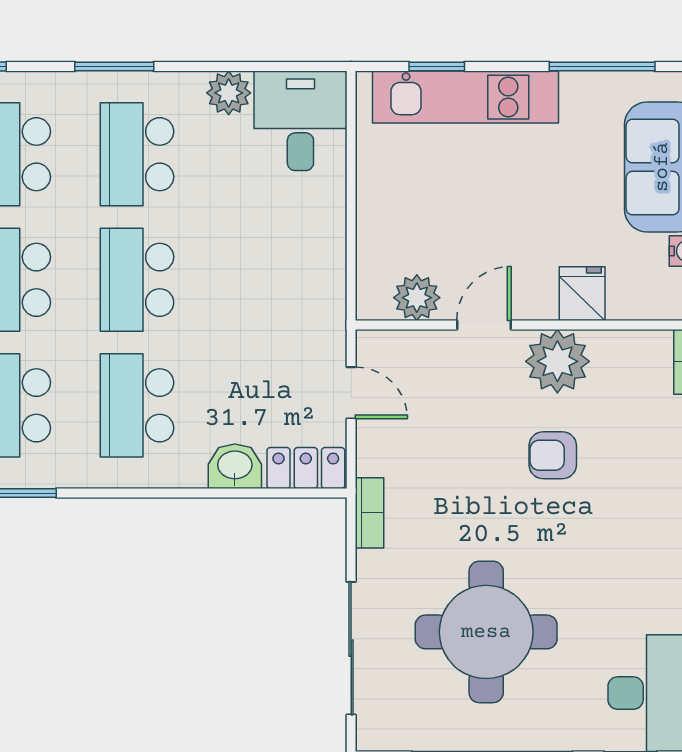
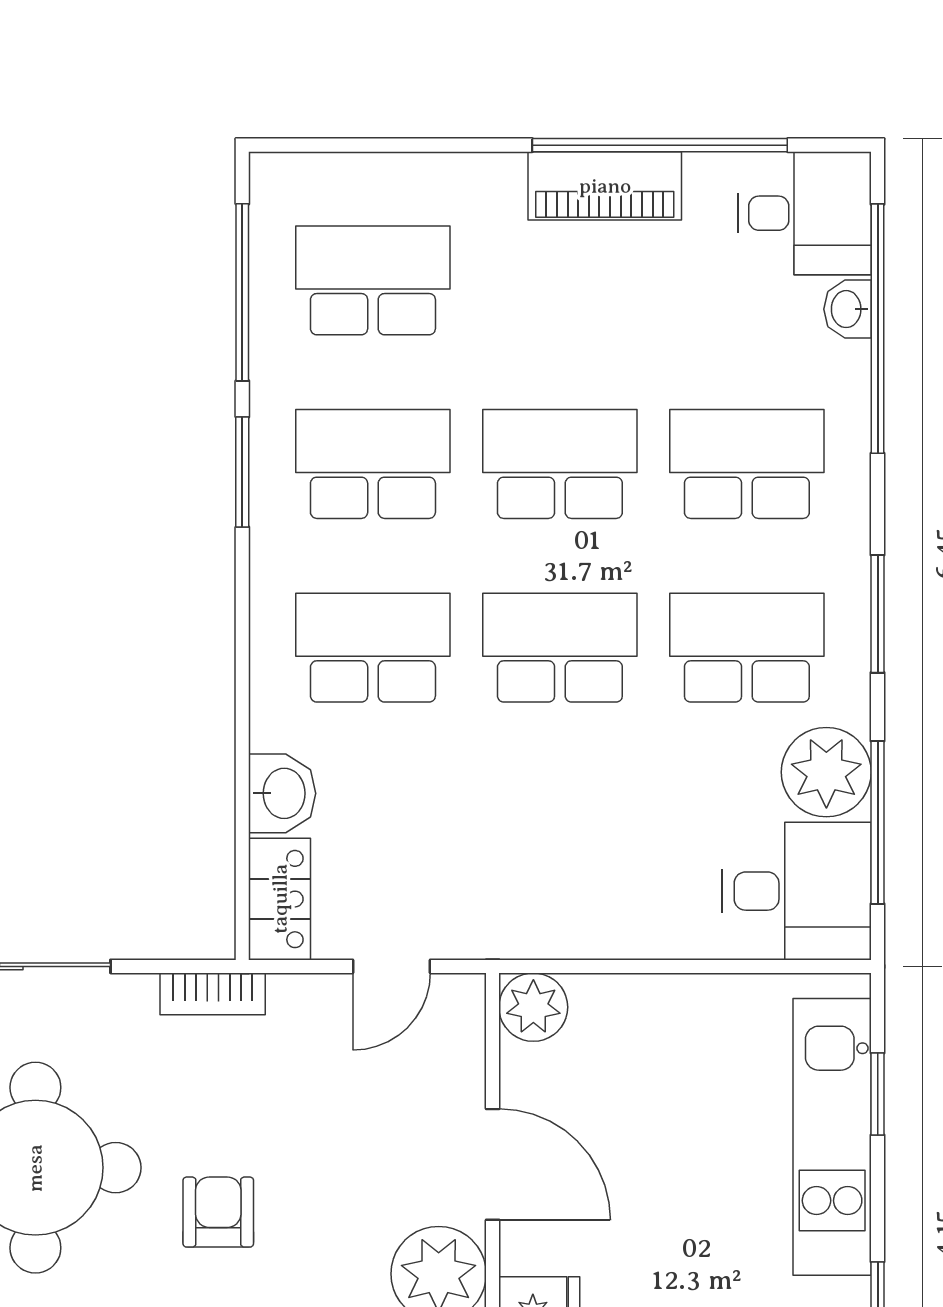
window: (254, 67) -> (878, 822), added
plant: (229, 93) -> (826, 772), width x1.36, depth x1.36
plant: (417, 298) -> (533, 1007), moved
door: (484, 325) -> (493, 1164), width x1.38
armchair: (553, 455) -> (218, 1212), moved

